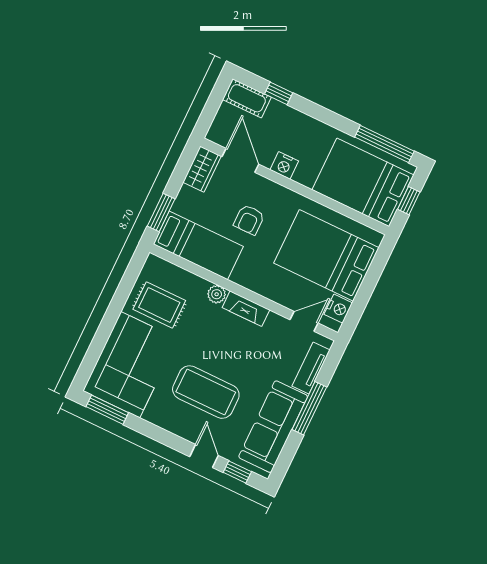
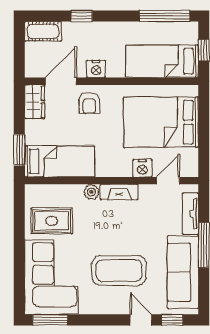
window: (279, 93) -> (82, 16), moved
door: (240, 160) -> (61, 81), hinge flipped
bed: (363, 182) -> (162, 61), width x0.67
armchair: (249, 220) -> (89, 103), moved
nightstand: (338, 309) -> (142, 168), moved, turned 90

